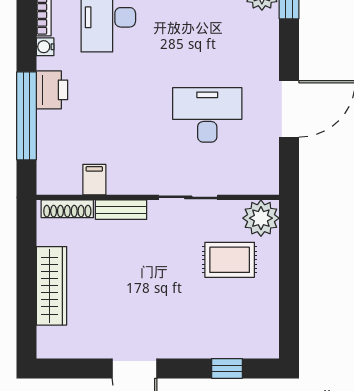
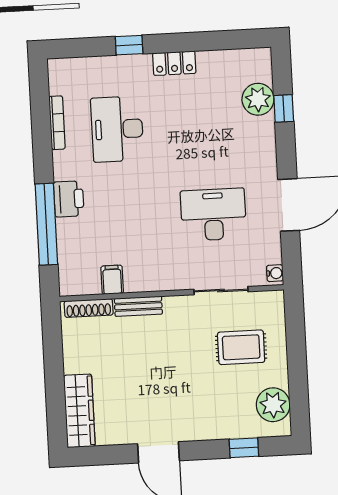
water cooler: (45, 47) -> (275, 273), moved, turned 180
sliding door: (188, 197) -> (221, 291), moved
plant: (261, 218) -> (273, 405), moved
wardrobe: (52, 286) -> (79, 411), moved

